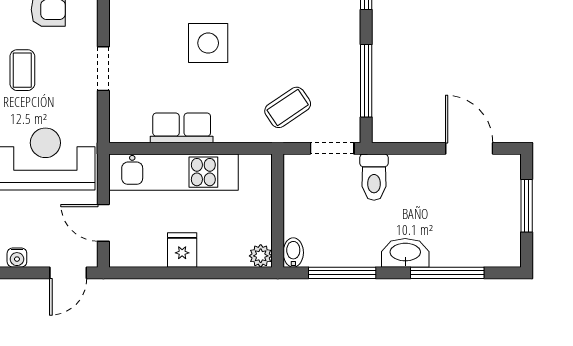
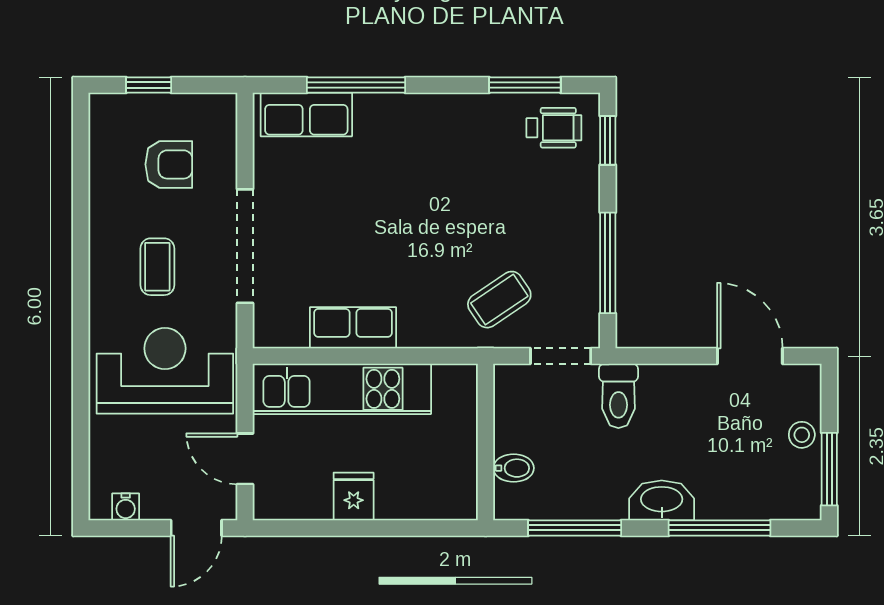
side table: (208, 43) -> (390, 211), removed
doorway: (103, 69) -> (245, 246), width x1.88
coffee table: (22, 70) -> (157, 267), moved
stool: (507, 205) -> (802, 435), added
window: (527, 206) -> (829, 469), moved
bidet: (293, 253) -> (514, 468), moved, turned 90
plant: (261, 256) -> (462, 504), removed

